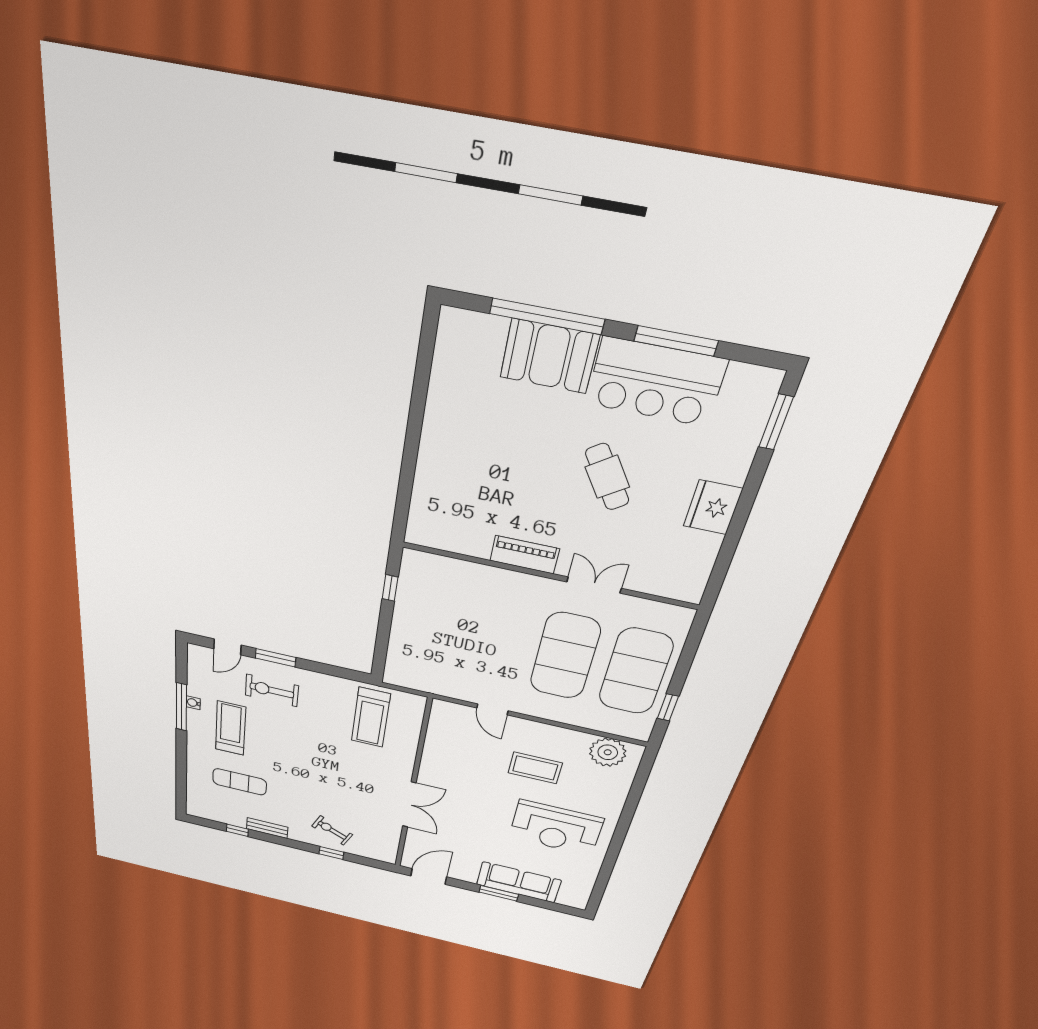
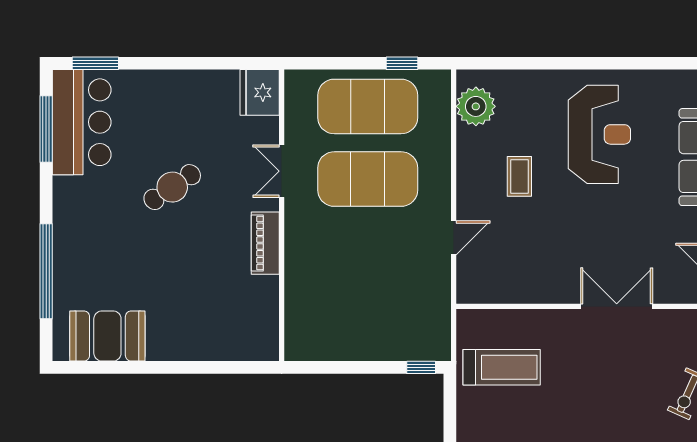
window: (676, 341) -> (46, 129), moved
booth: (549, 356) -> (107, 336), moved, turned 90
bar counter: (656, 382) -> (82, 122), moved
fridge: (713, 507) -> (260, 92), moved, turned 90
window: (390, 588) -> (421, 367), moved
coffee table: (535, 768) -> (519, 176), width x0.73, depth x0.77

